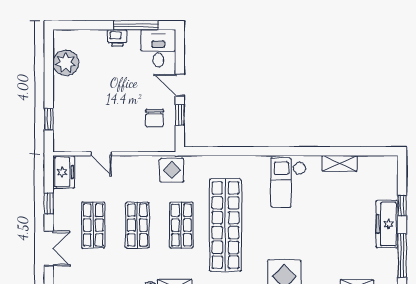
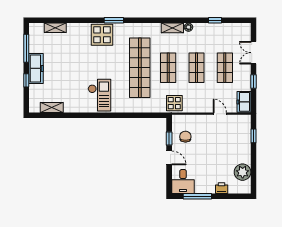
printer: (117, 38) -> (222, 188), moved
shelving: (340, 163) -> (52, 107), moved

